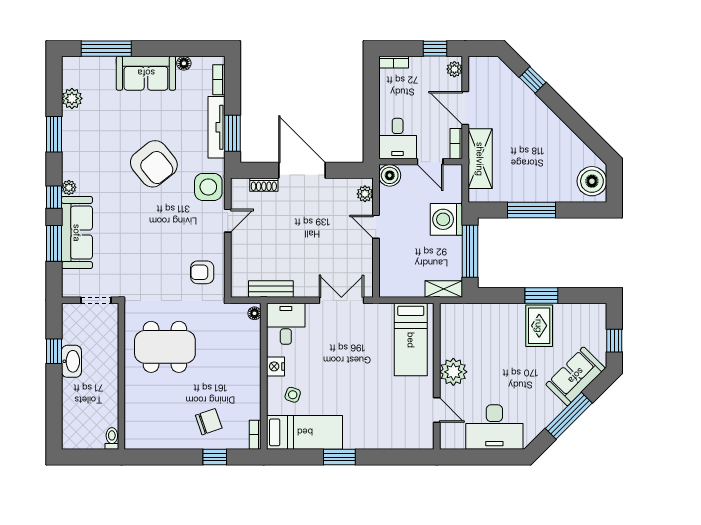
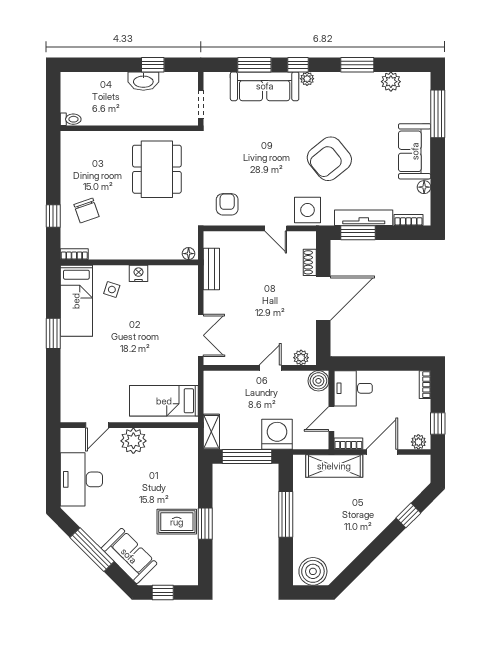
desk: (286, 324) -> (179, 283), removed

